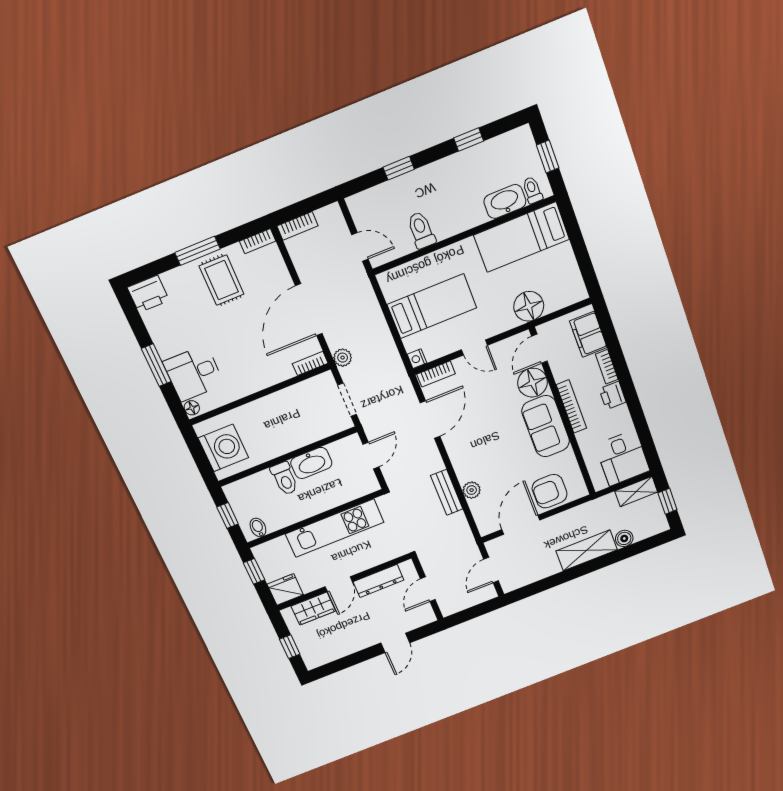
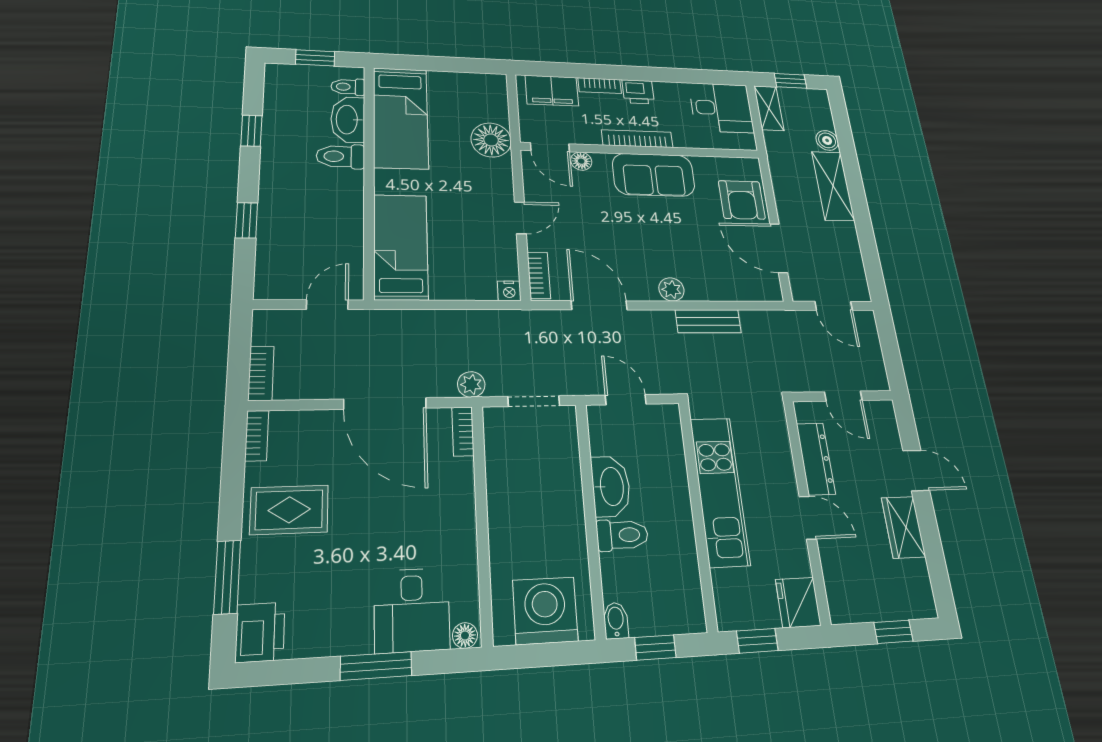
toilet: (421, 230) -> (340, 156), moved
window: (198, 251) -> (227, 577), moved
bed: (432, 306) -> (401, 247), moved
floor lamp: (533, 383) -> (581, 161), width x0.53, depth x0.53
plant: (472, 490) -> (671, 289), moved
bidet: (258, 527) -> (616, 621), moved, turned 90
wardrobe: (313, 609) -> (903, 527), moved, turned 180

